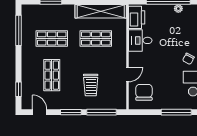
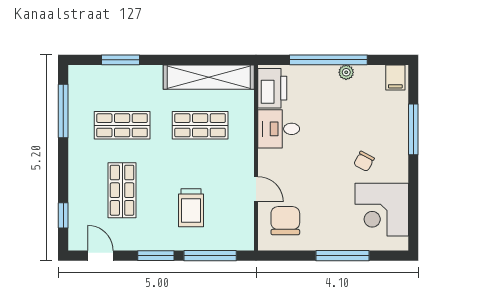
door: (127, 75) -> (256, 189), hinge flipped

